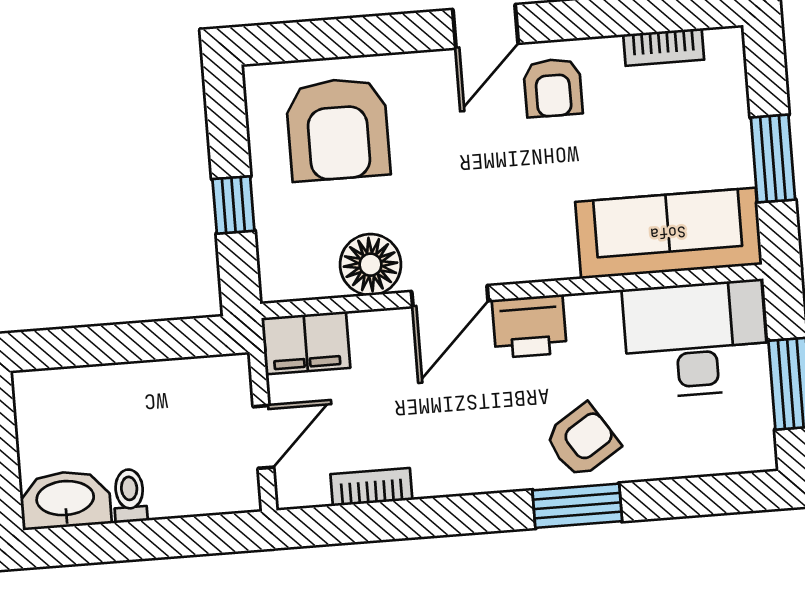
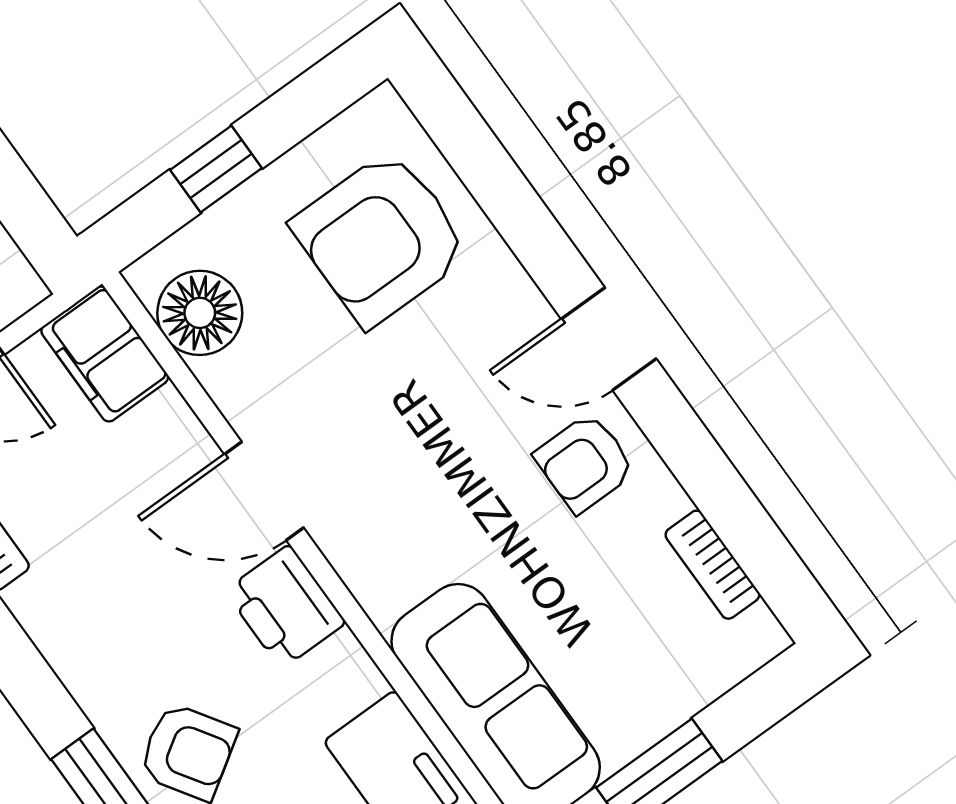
floor lamp: (370, 265) -> (200, 313), moved

